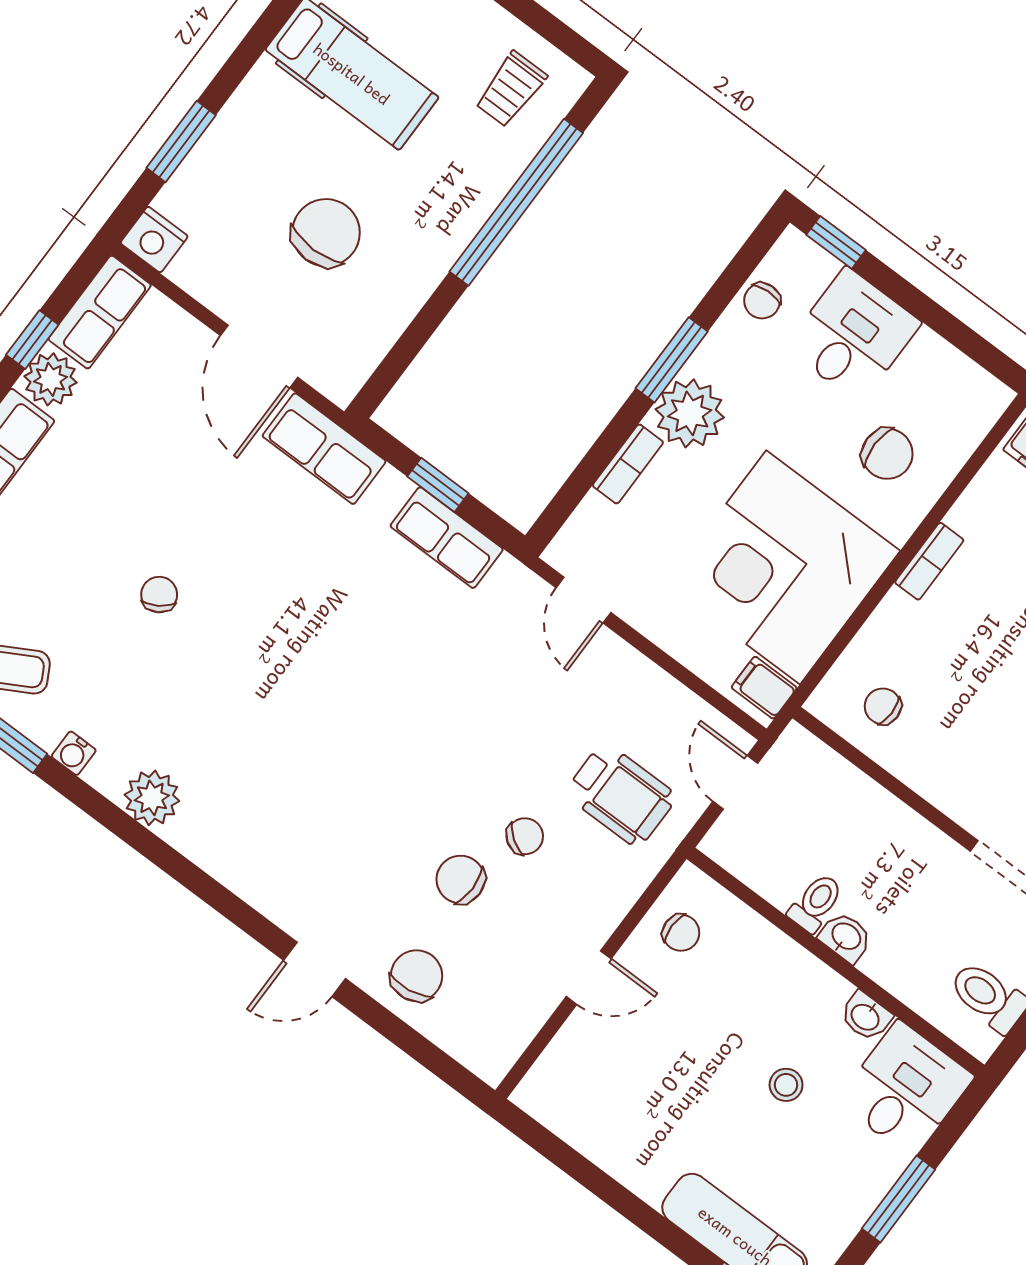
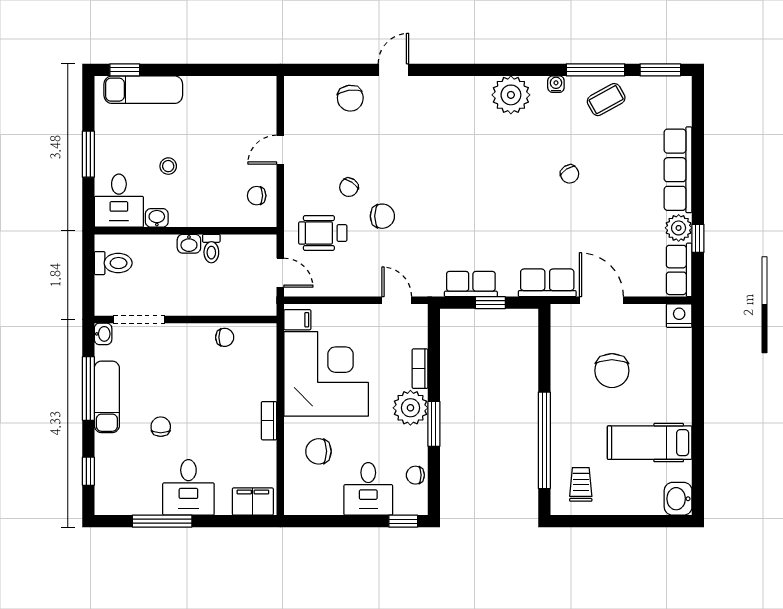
window: (181, 142) -> (698, 363), removed
chair: (762, 301) -> (415, 475), turned -87
chair: (883, 706) -> (225, 337), moved
plant: (152, 798) -> (511, 95), width x1.36, depth x1.36
chair: (461, 879) -> (382, 216), moved

